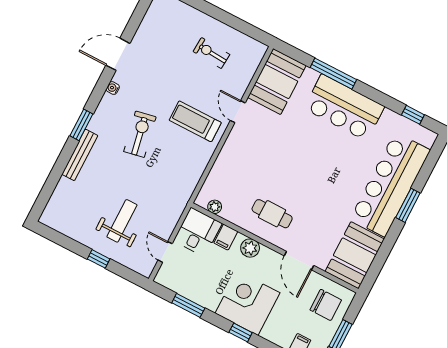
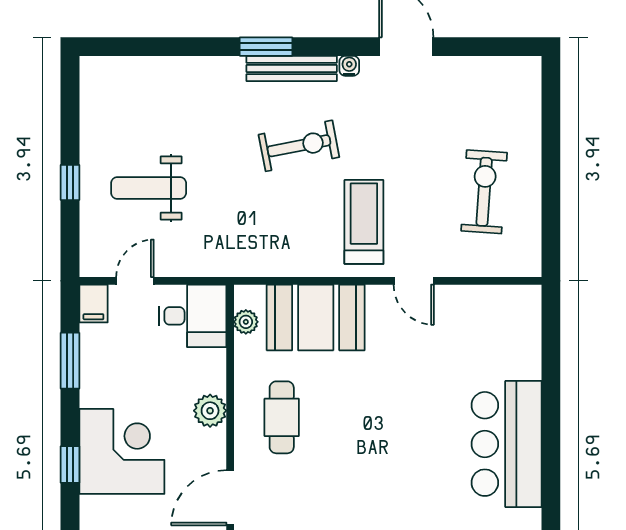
exercise bike: (211, 53) -> (484, 192), width x1.38, depth x1.39
window: (333, 74) -> (551, 400), removed
booth: (277, 82) -> (316, 317), moved
door: (238, 112) -> (414, 281), swing flipped
bench: (80, 155) -> (292, 69), moved
weight bench: (122, 221) -> (149, 188), turned 180
filing cabinet: (226, 237) -> (93, 303), moved, turned -90

